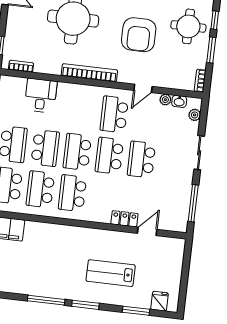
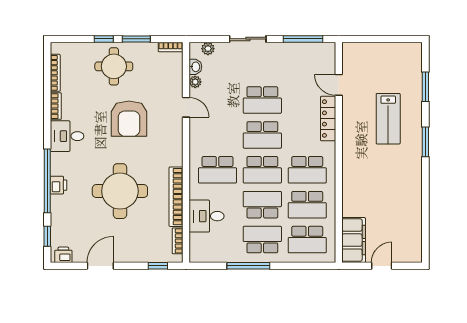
armchair: (139, 35) -> (129, 119), turned 90
bookcase: (89, 73) -> (176, 197), moved
school desk: (114, 114) -> (217, 170), moved
locker: (124, 219) -> (328, 119), width x1.53
window: (46, 300) -> (425, 185), removed
fridge: (160, 301) -> (412, 63), removed

